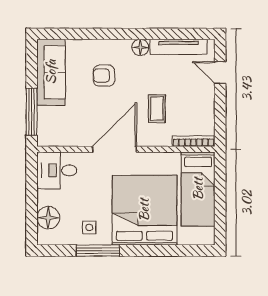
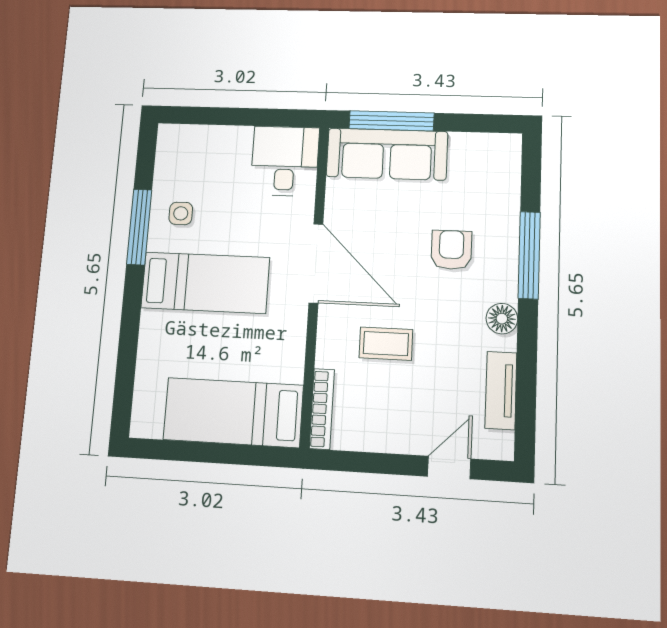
window: (105, 34) -> (529, 255), added
tv unit: (179, 47) -> (501, 390), width x0.71
sofa: (51, 72) -> (387, 154), moved
bed: (144, 210) -> (205, 283), width x0.49
floor lamp: (48, 218) -> (204, 144), removed

